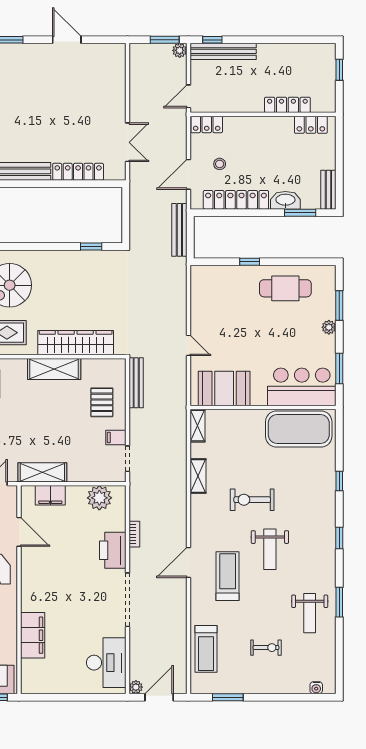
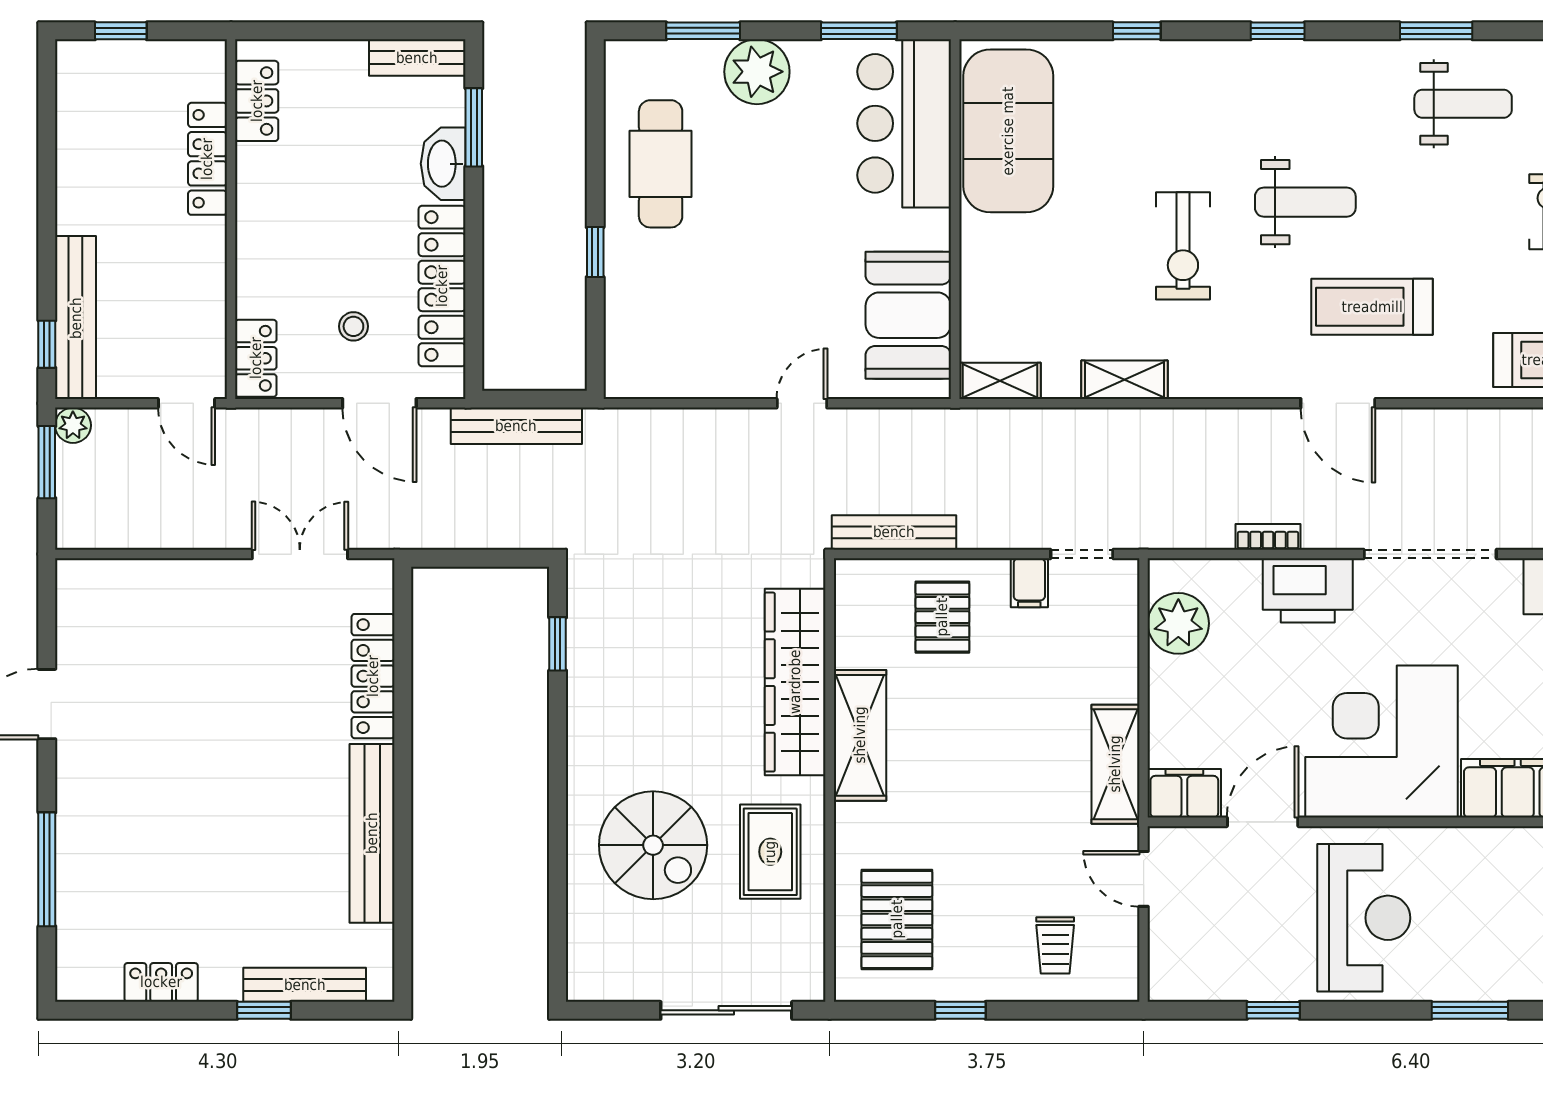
plant: (329, 327) -> (757, 72), width x1.88, depth x1.88
pallet: (102, 402) -> (942, 617), turned 90
filing cabinet: (50, 495) -> (1184, 793), moved, turned -90
corner desk: (52, 580) -> (1382, 742), added

